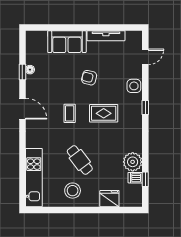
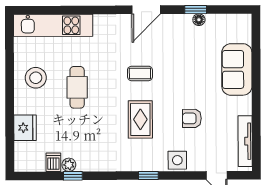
tv unit: (106, 36) -> (245, 141), moved
armchair: (89, 78) -> (192, 118), moved, turned -104
cafe table: (80, 160) -> (77, 87), turned -53
plant: (133, 162) -> (69, 165), width x0.53, depth x0.53
window: (145, 179) -> (73, 176), moved

